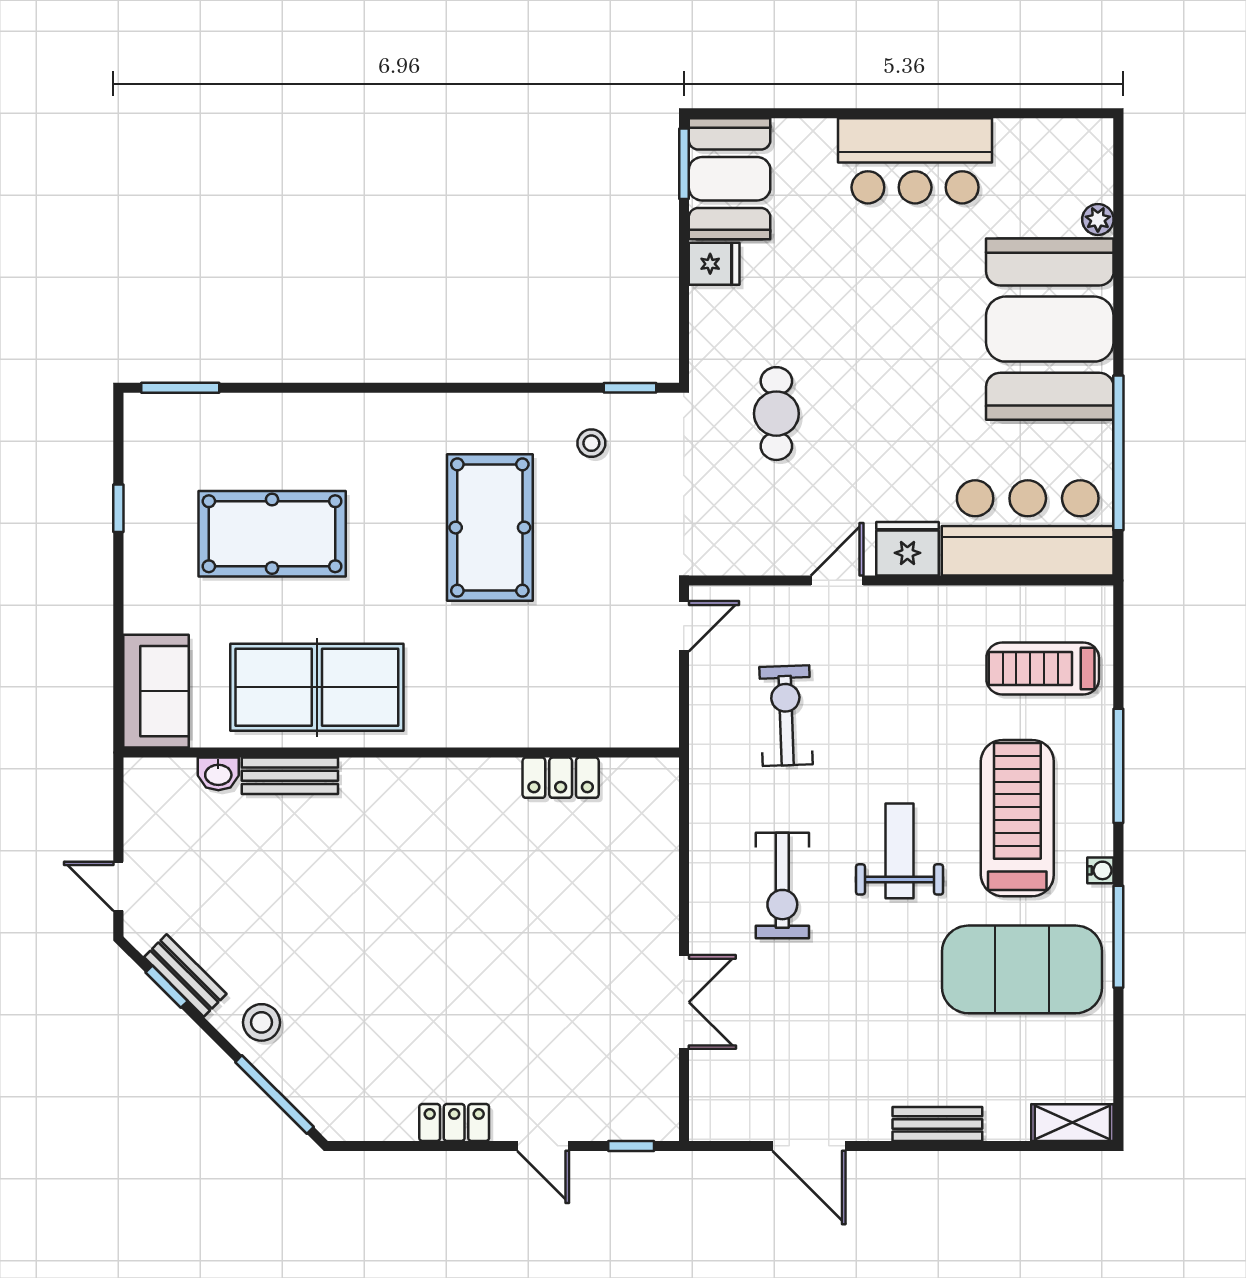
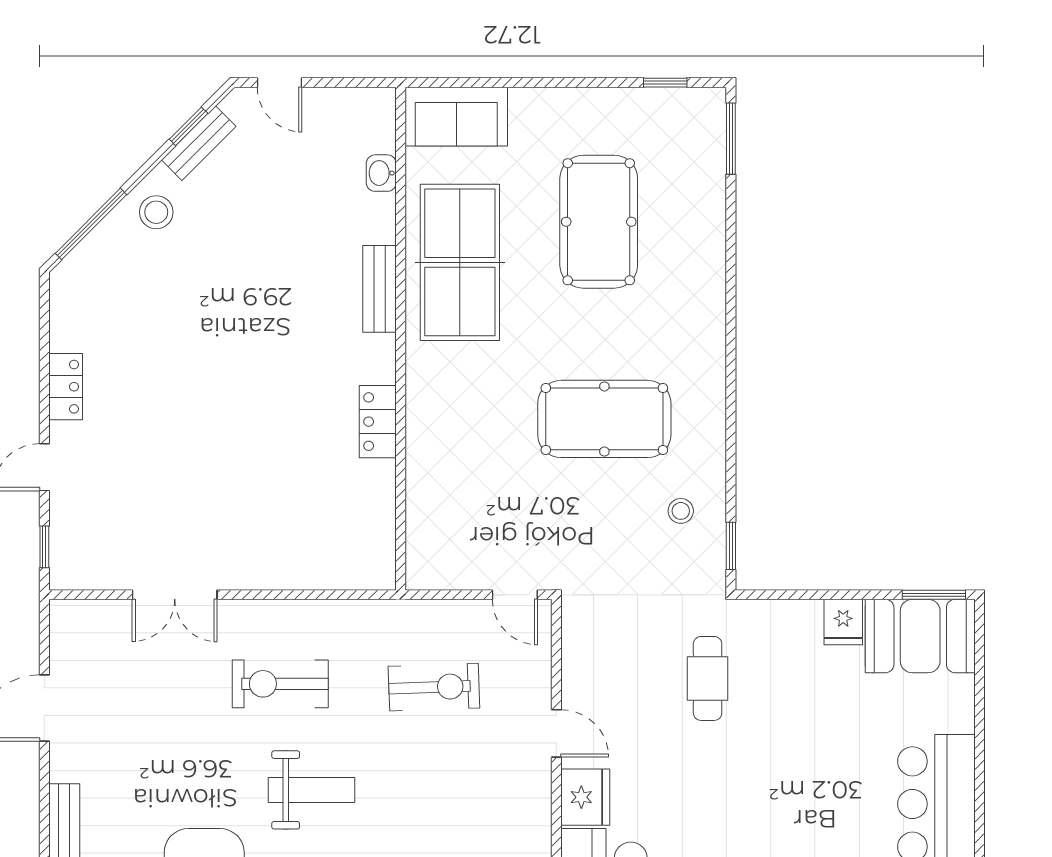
cafe table: (776, 414) -> (708, 678), turned 90
window: (118, 508) -> (665, 83), moved
bench: (290, 776) -> (380, 289), moved
locker: (561, 778) -> (378, 422), moved
door: (118, 886) -> (280, 83), swing flipped

